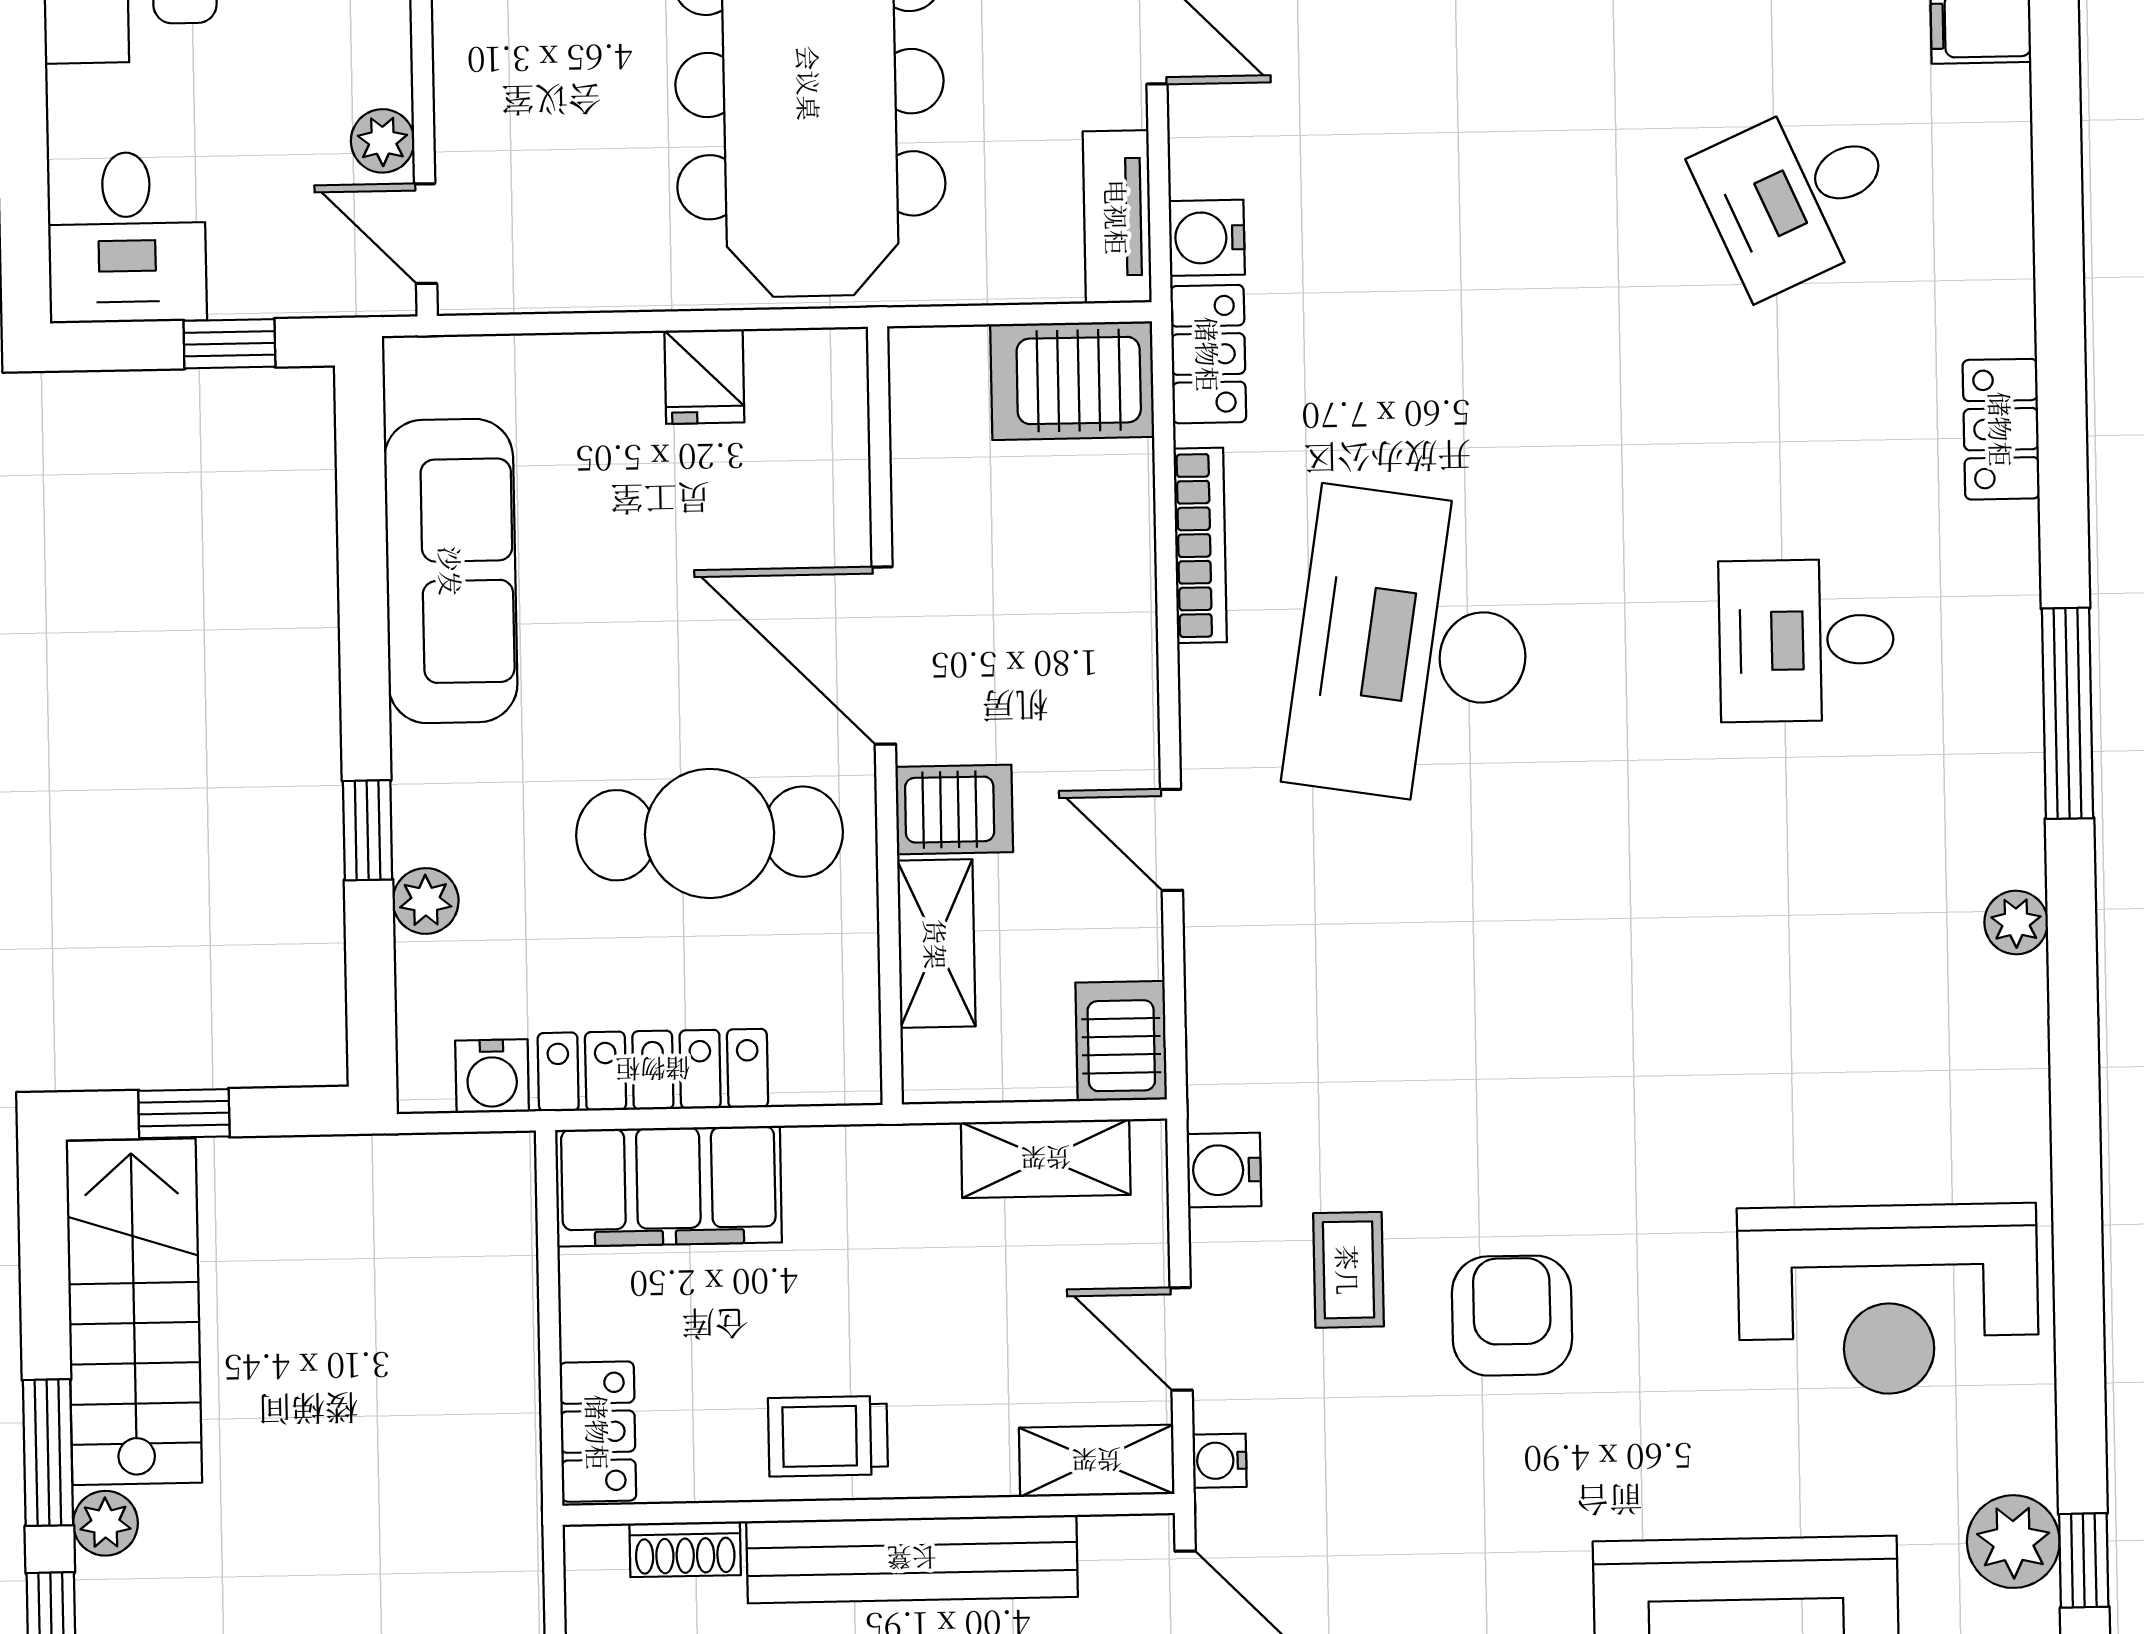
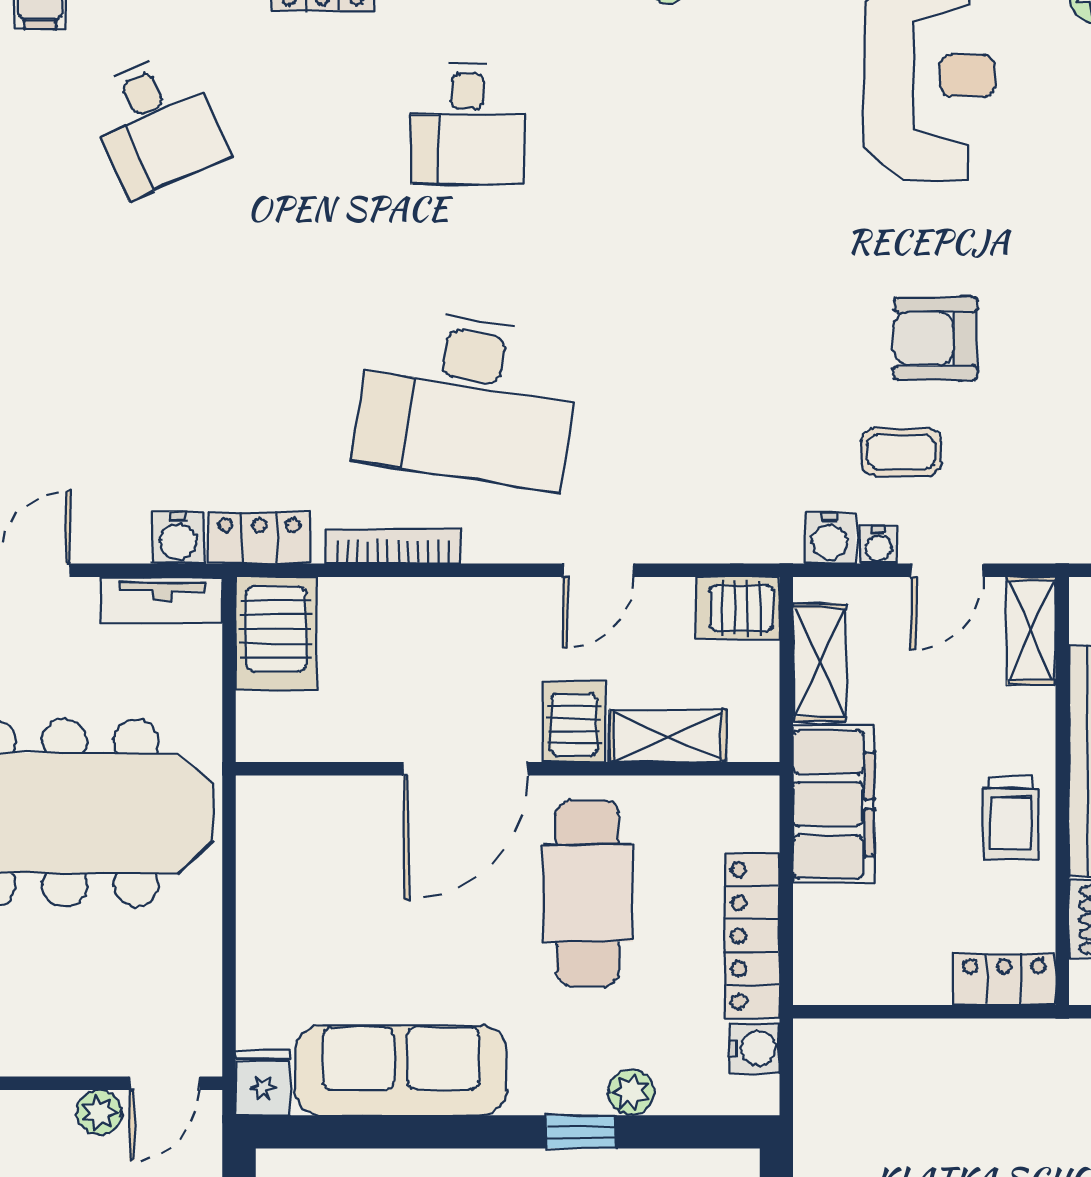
fridge: (704, 377) -> (263, 1083), moved, turned -90
filing cabinet: (668, 1186) -> (834, 804), moved
water cooler: (1220, 1461) -> (878, 545), moved

